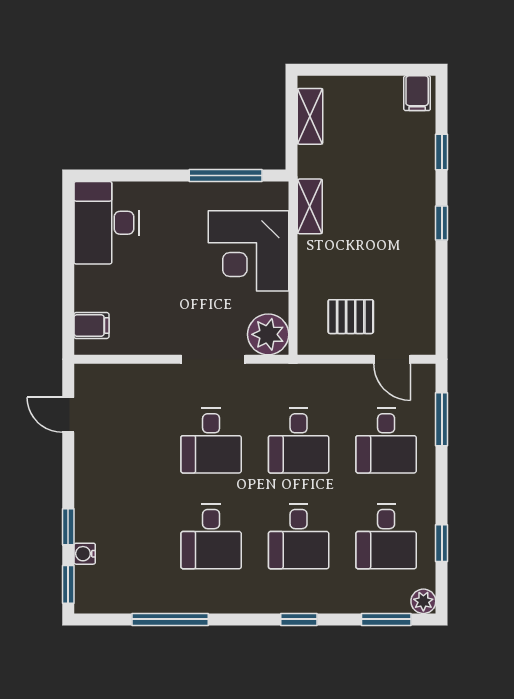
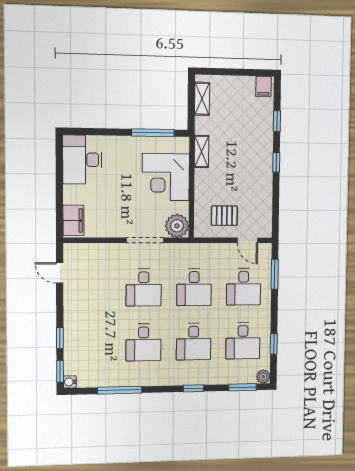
filing cabinet: (91, 325) -> (73, 220), width x2.00
water cooler: (85, 554) -> (70, 382), moved

